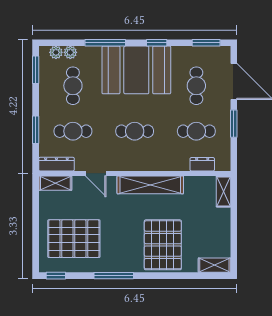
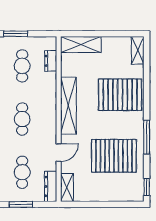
shelving: (223, 191) -> (81, 45), width x1.50, depth x1.33
pallet: (74, 239) -> (114, 156), moved, turned 90

